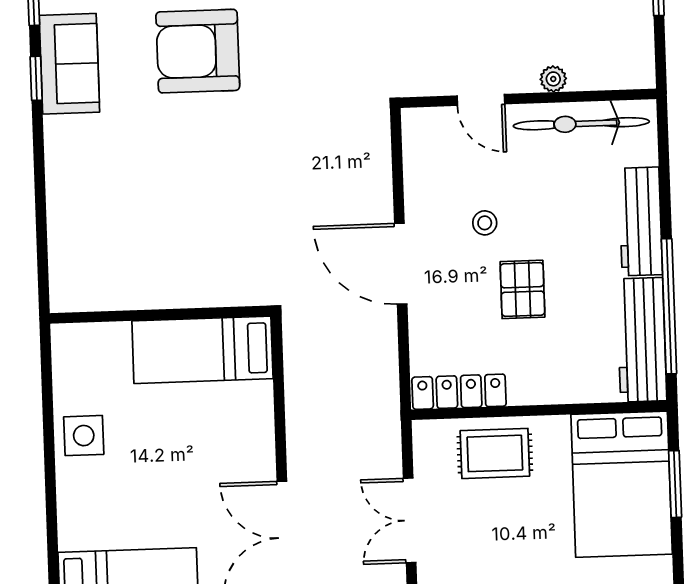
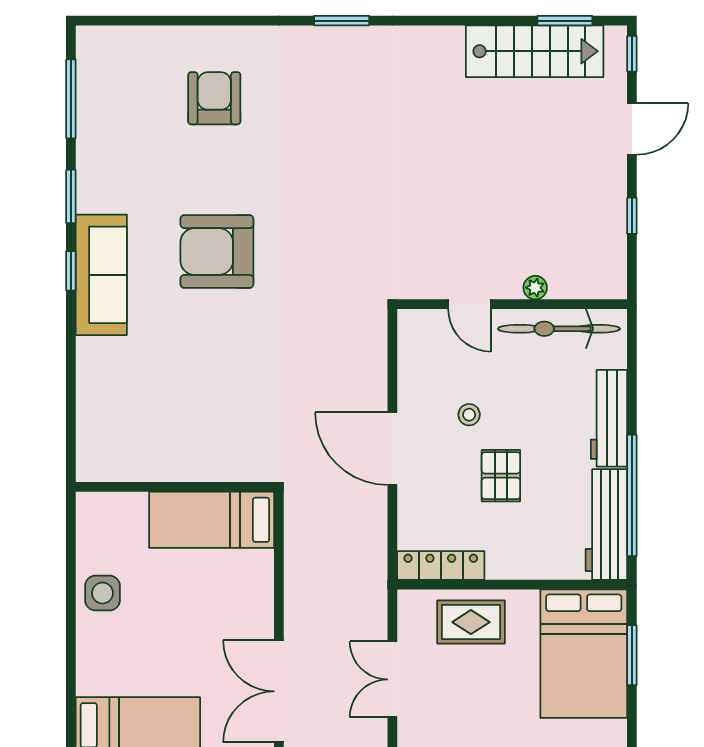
sofa: (69, 64) -> (101, 275), width x1.36

